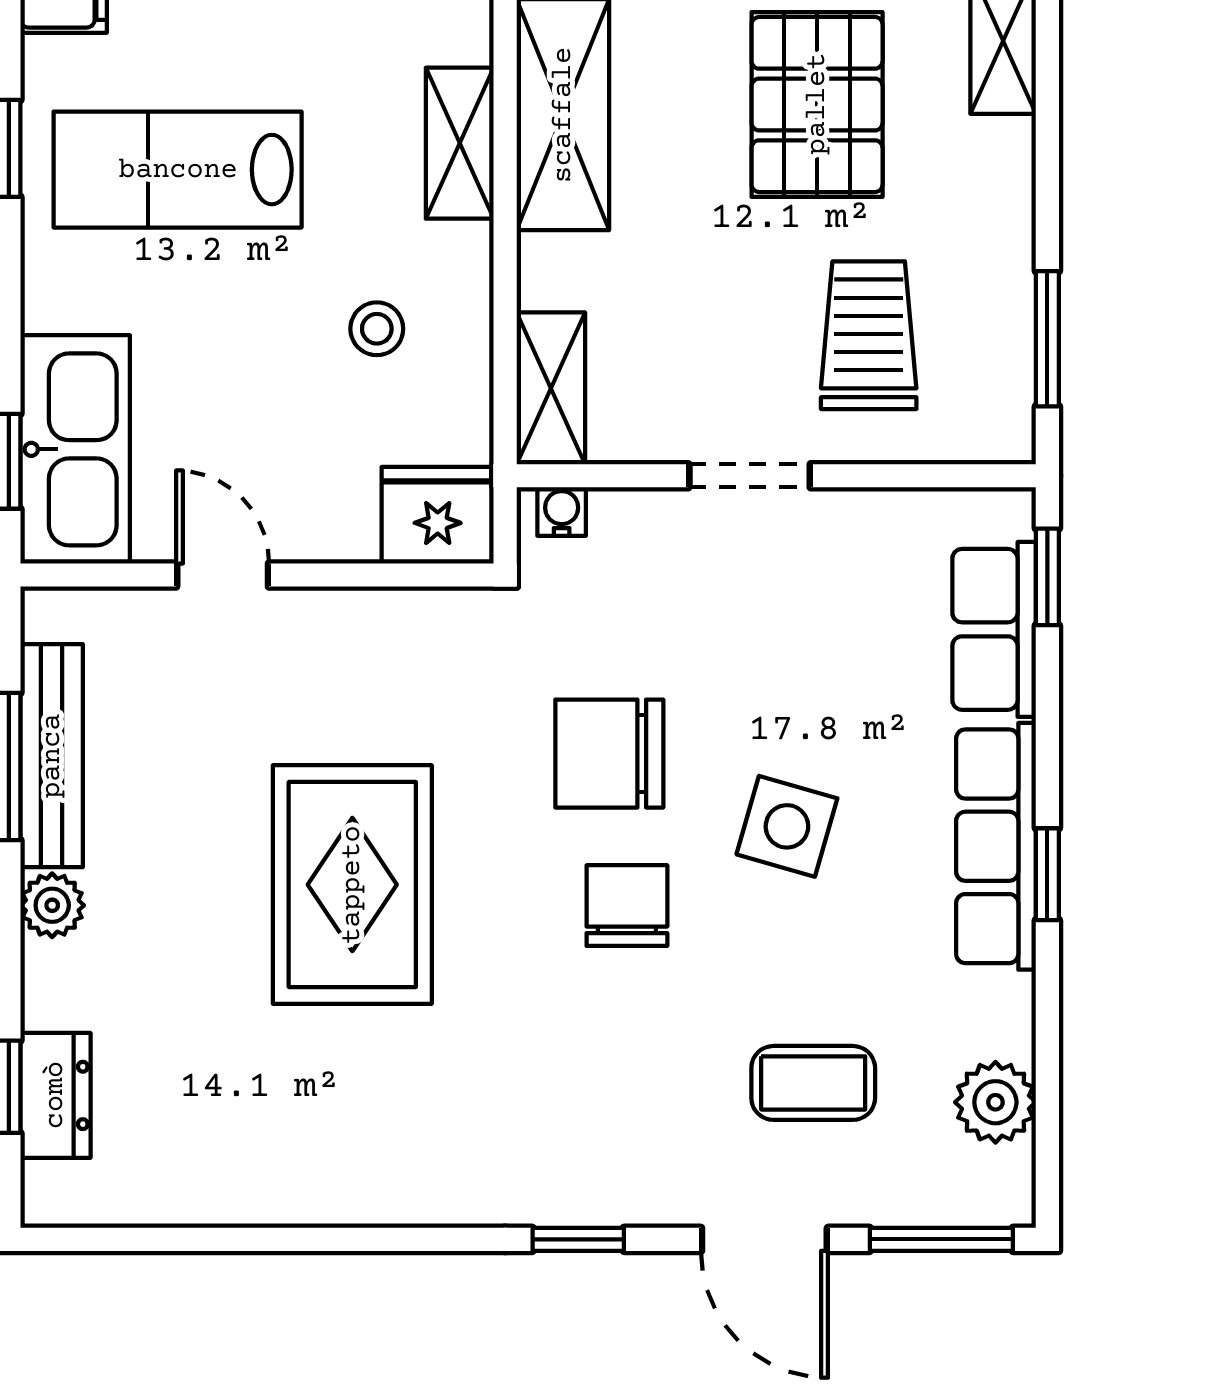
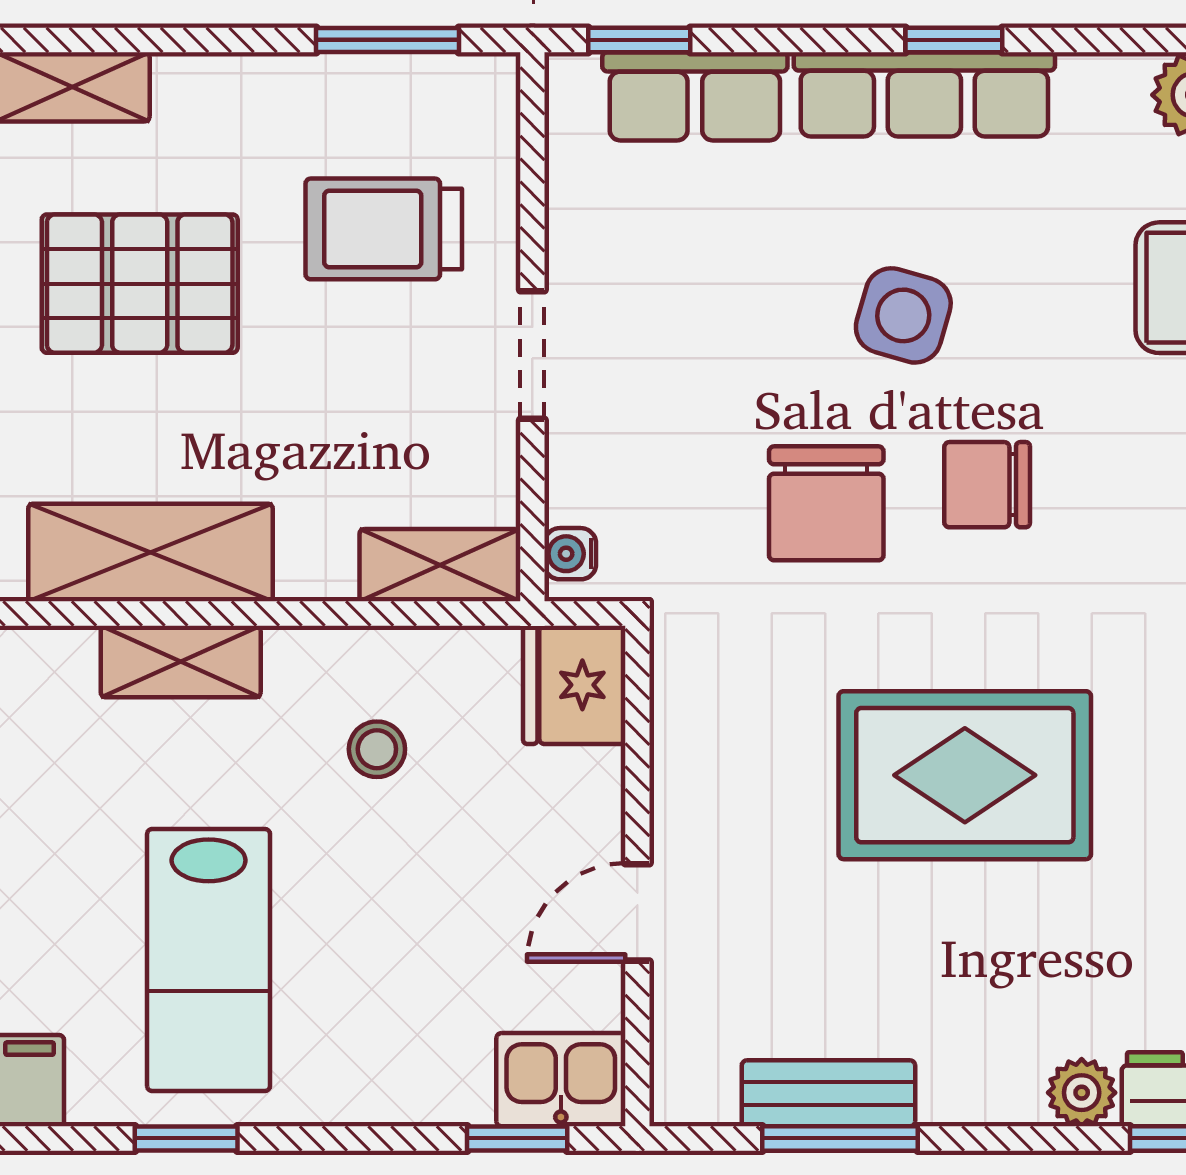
kitchen sink: (75, 449) -> (561, 1080), width x0.53, depth x0.81
bench: (52, 756) -> (828, 1093), width x0.73
plant: (52, 905) -> (1082, 1093), moved

